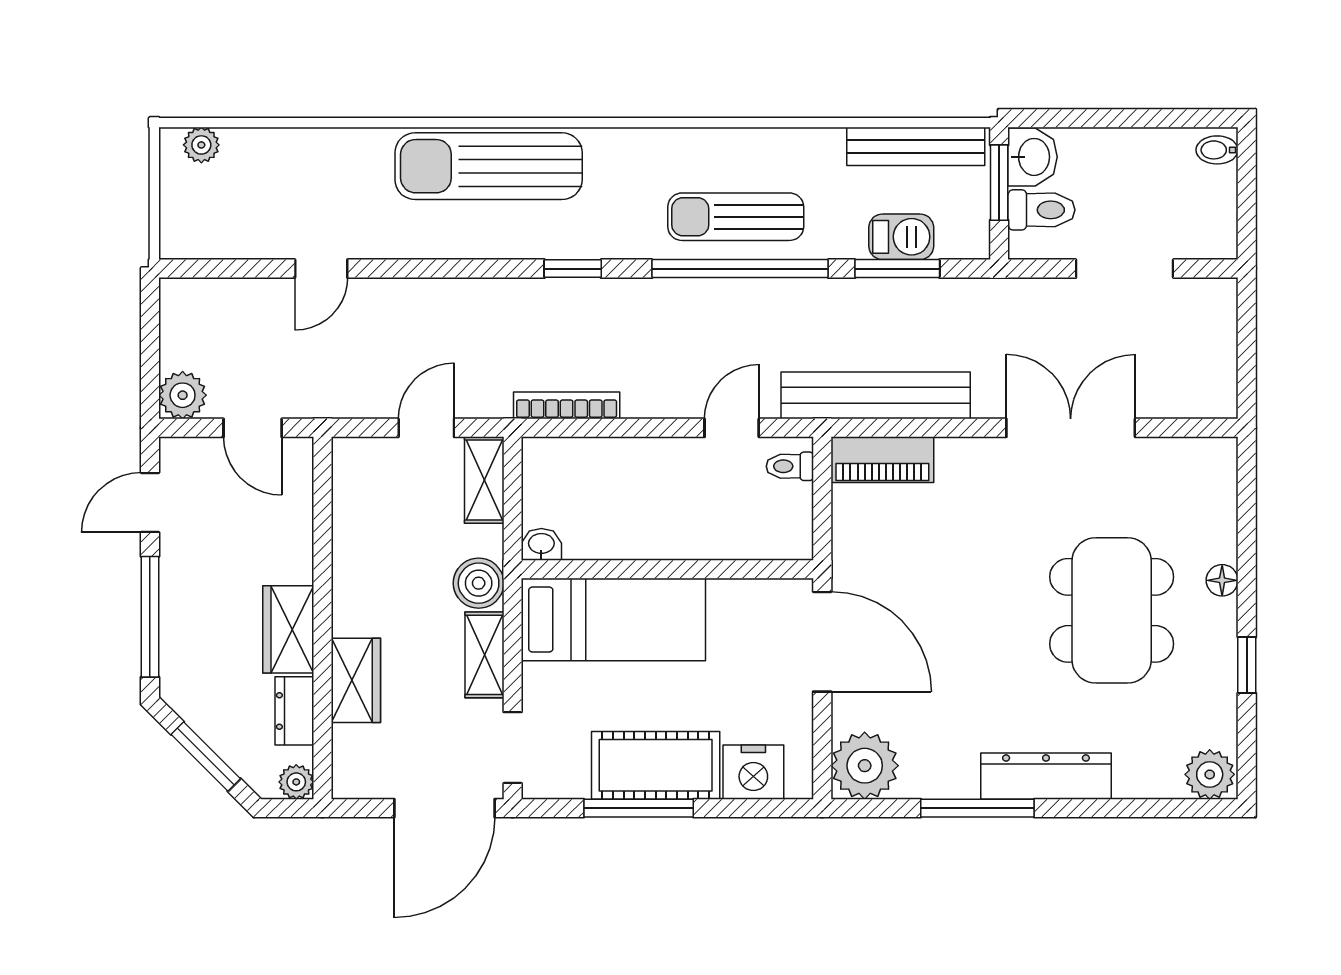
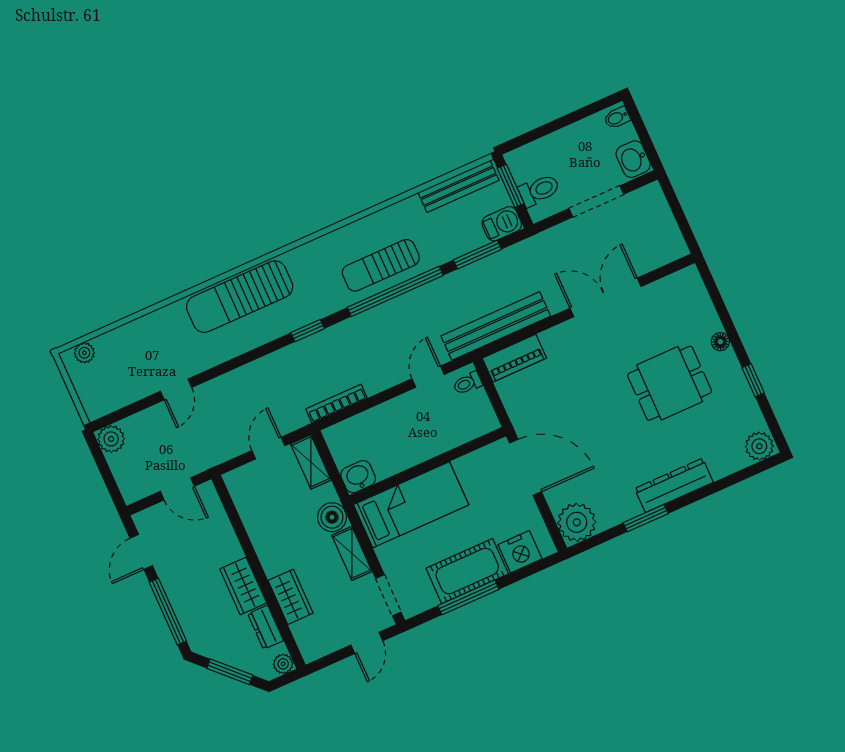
washbasin: (1033, 157) -> (633, 159), moved, turned 180
barbecue: (901, 237) -> (502, 224), moved
plant: (183, 395) -> (111, 439), moved
washbasin: (541, 544) -> (358, 477), width x1.38, depth x1.45
dining table: (1112, 610) -> (670, 383), width x0.73
door: (445, 808) -> (367, 643), width x0.53
window: (977, 808) -> (646, 518), width x0.69

